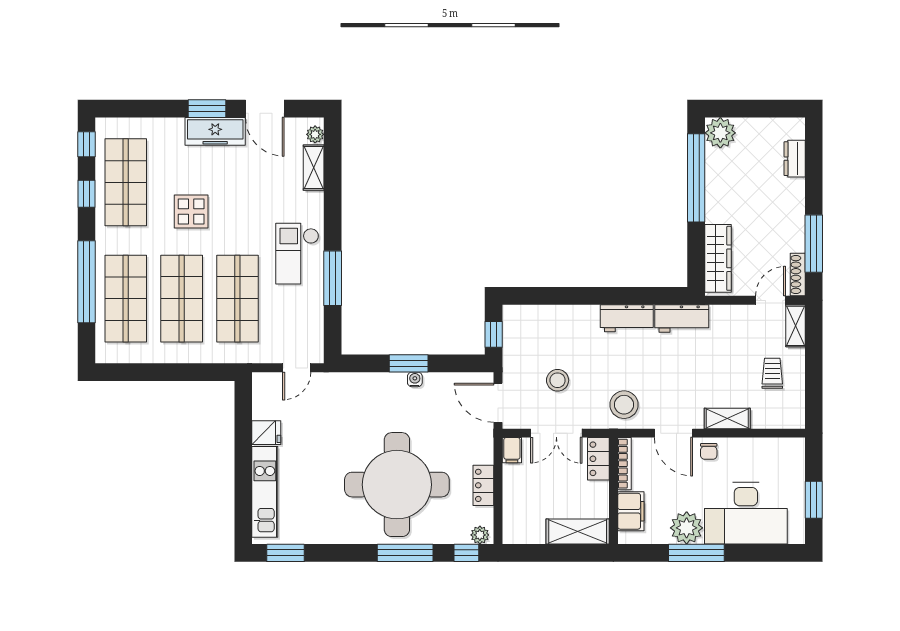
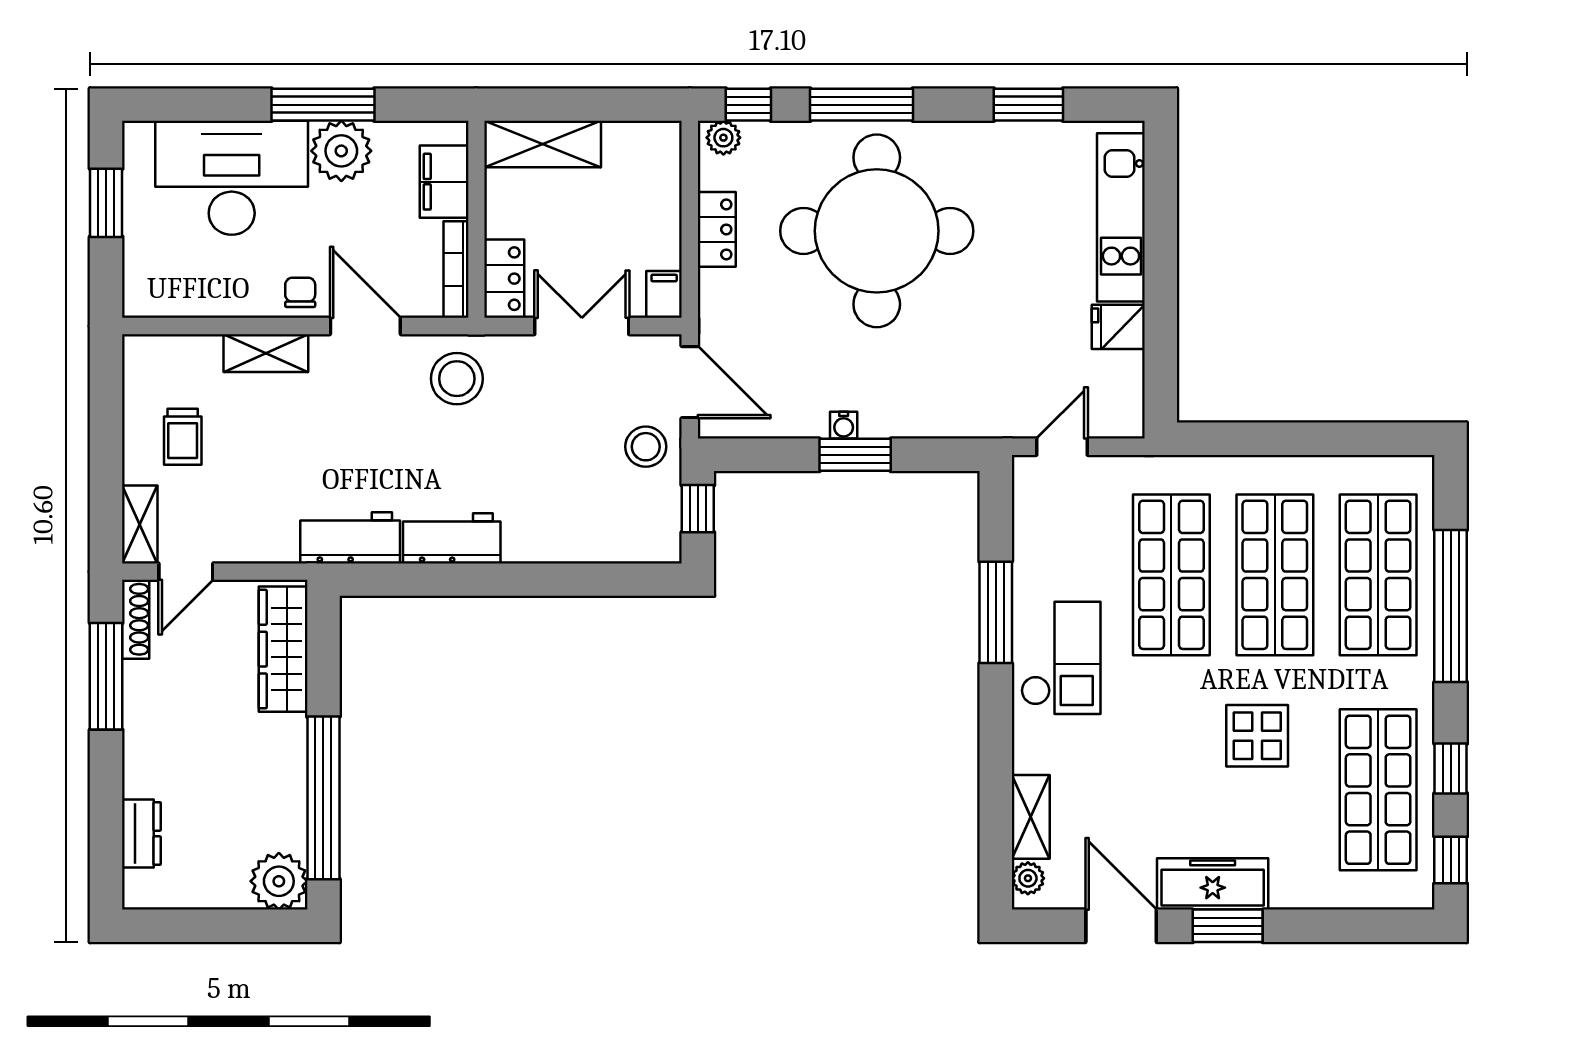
stool: (558, 380) -> (646, 447), moved
window: (286, 553) -> (1028, 105), moved

